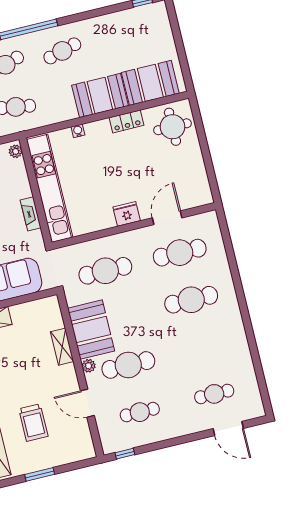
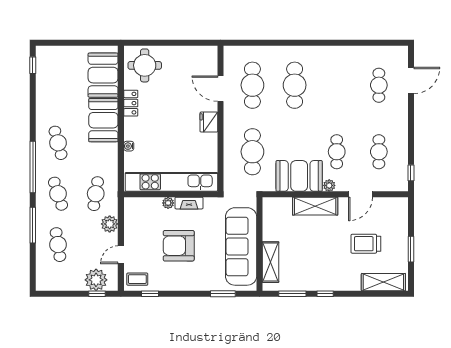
plant: (16, 151) -> (168, 203), moved
shelving: (62, 347) -> (315, 206), width x1.50, depth x1.33
cafe table: (128, 365) -> (337, 152), width x0.73, depth x0.74
trolley: (33, 423) -> (366, 244), turned 180

